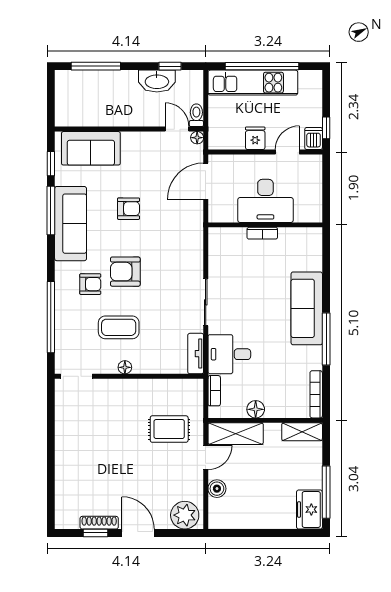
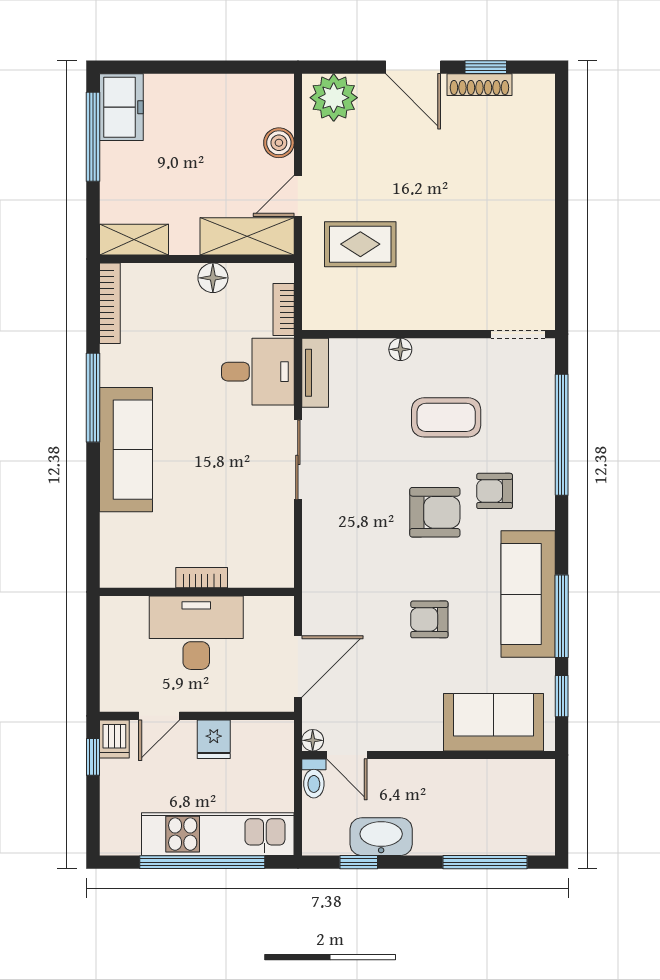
floor lamp: (125, 367) -> (400, 349), moved

